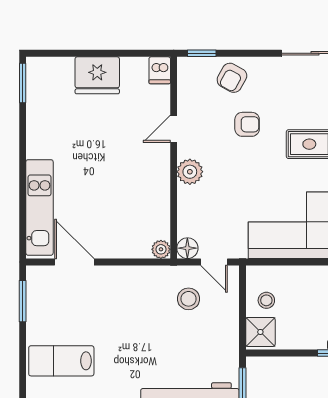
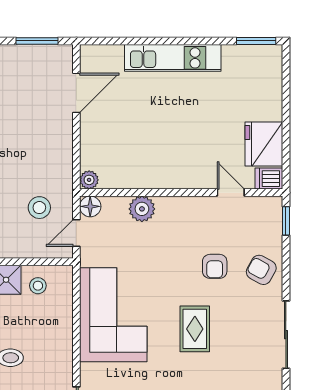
fridge: (97, 75) -> (264, 144), moved
armchair: (232, 78) -> (261, 270), moved
door: (174, 129) -> (231, 193), moved
plant: (190, 172) -> (142, 209), moved
kitchen unit: (39, 207) -> (173, 58), moved

